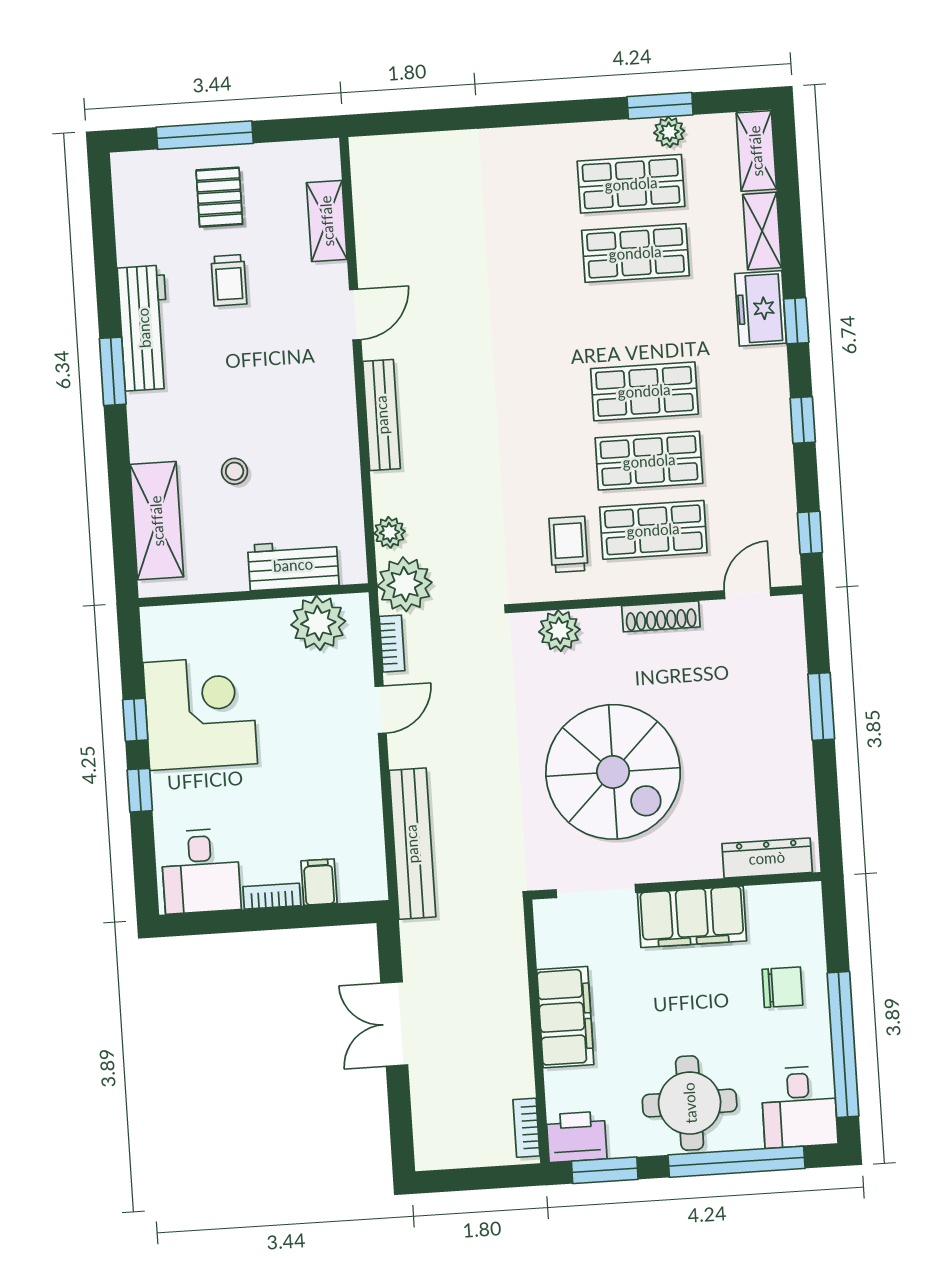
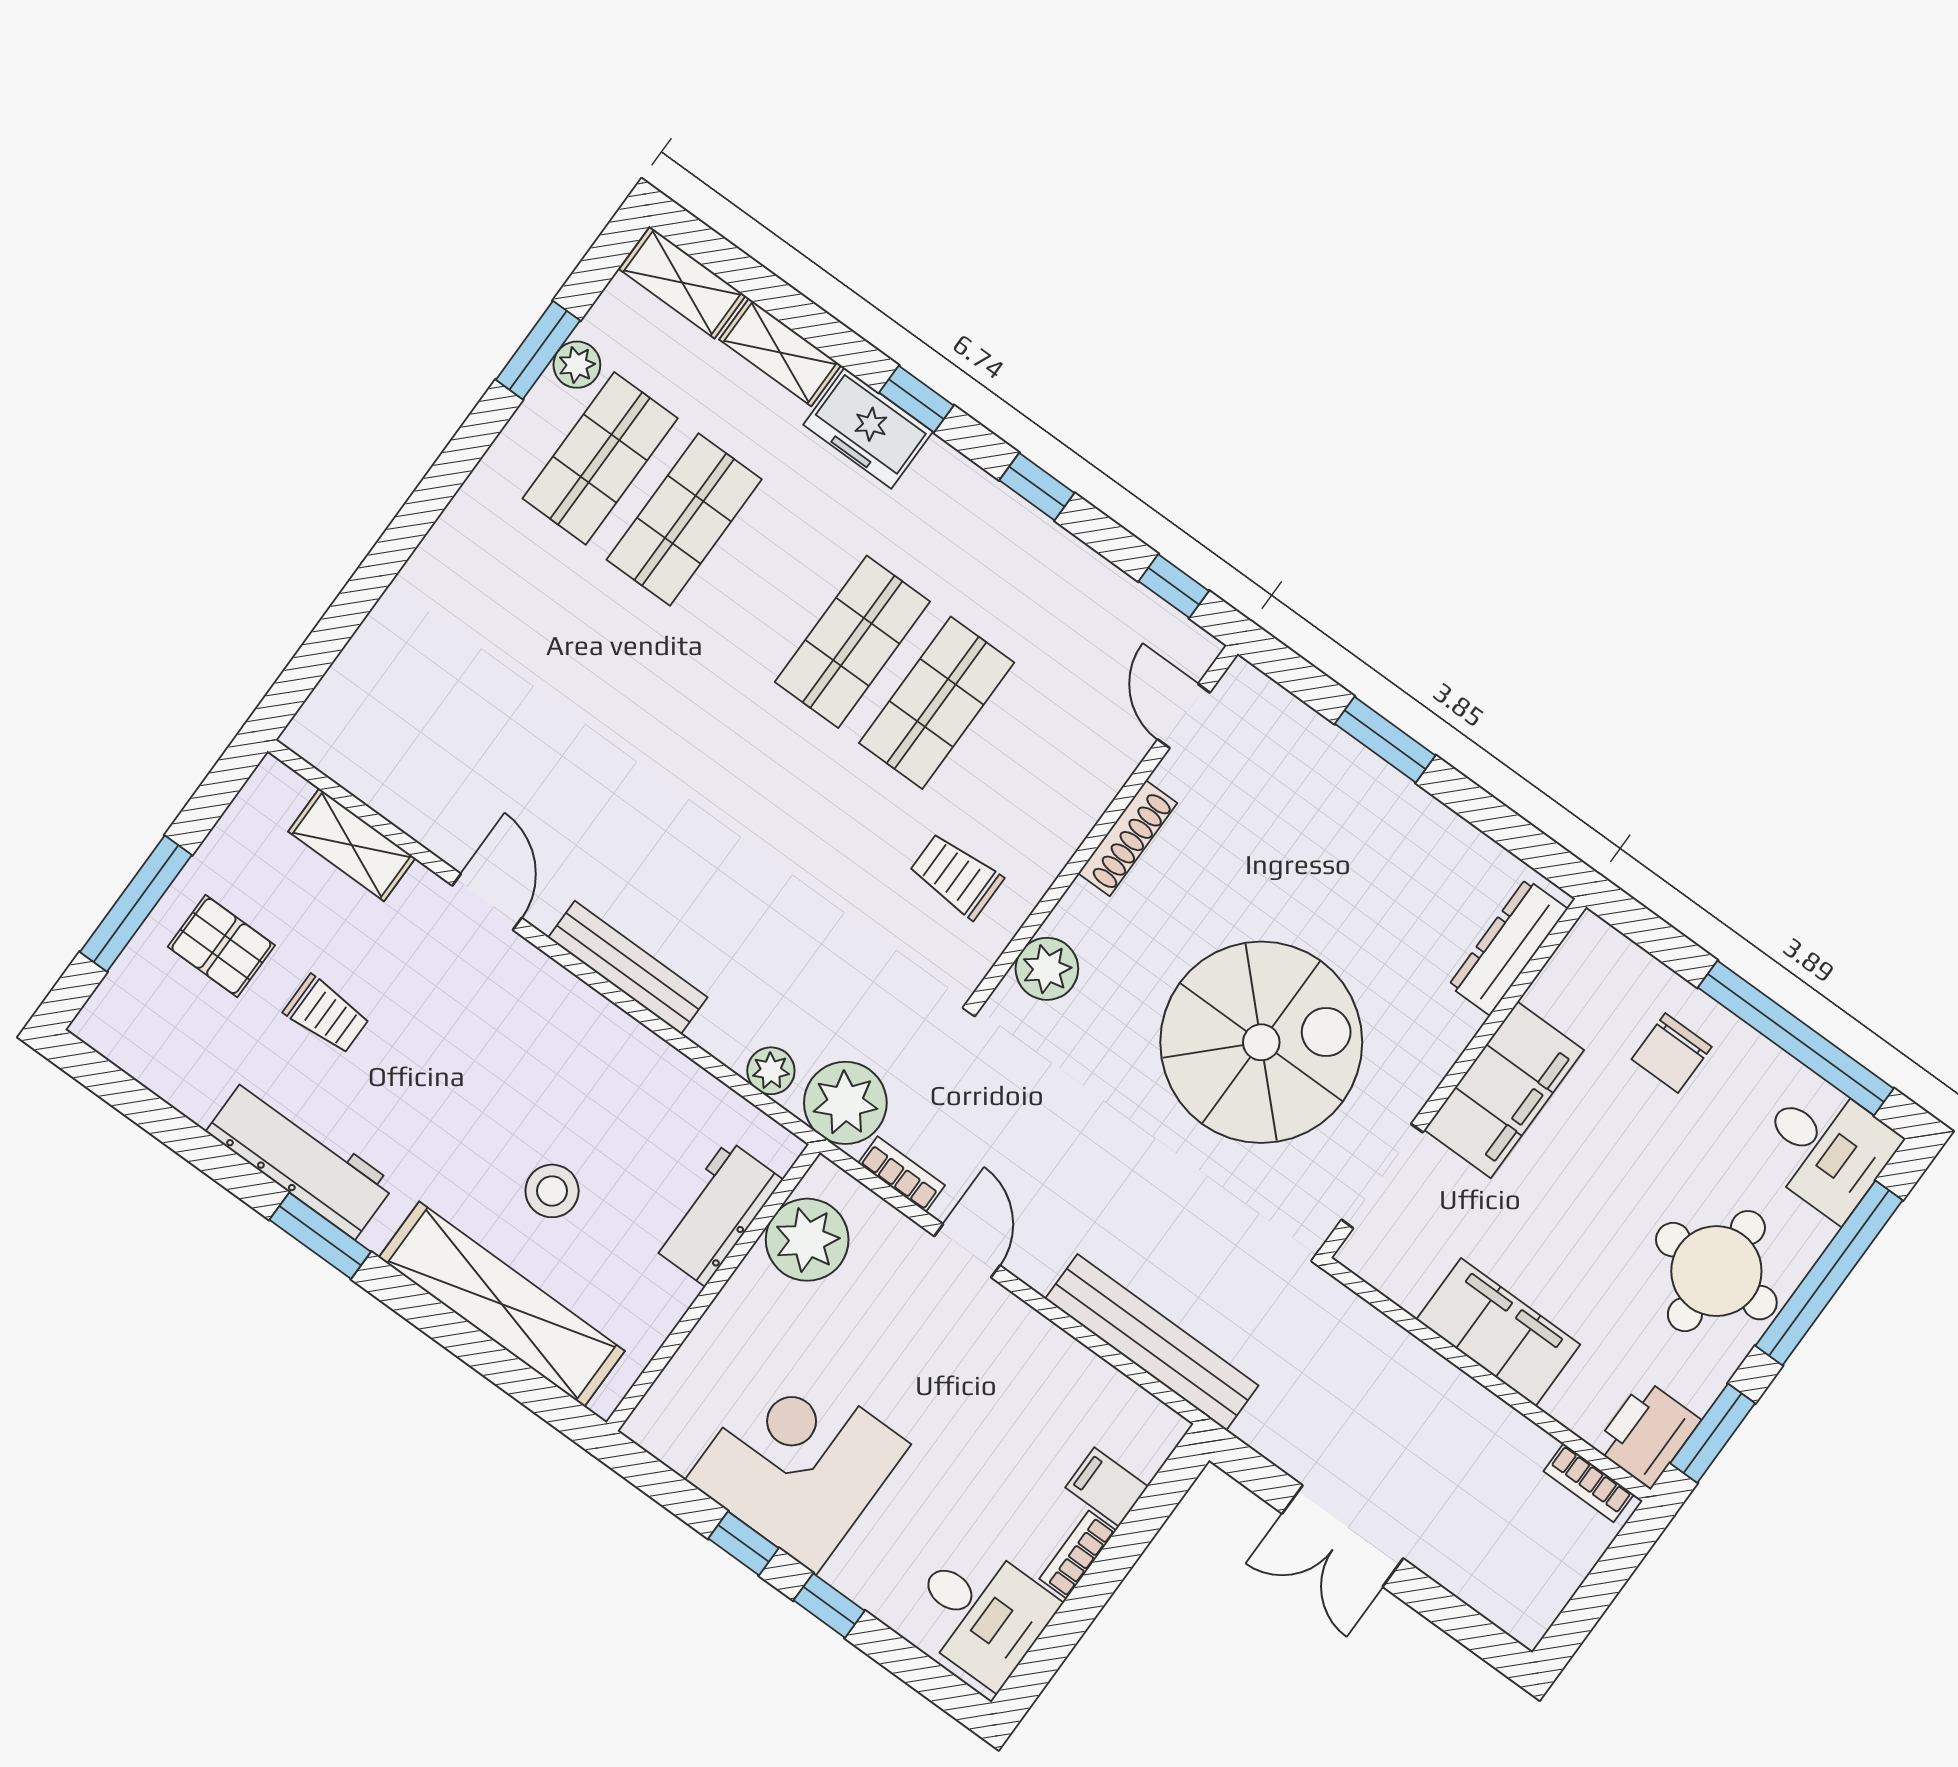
stool: (235, 471) -> (552, 1191), width x1.37, depth x1.37
shelving: (157, 521) -> (502, 1304), width x1.47
shop shelf: (653, 530) -> (1021, 764), removed
chair: (782, 987) -> (1672, 1053), turned 180

